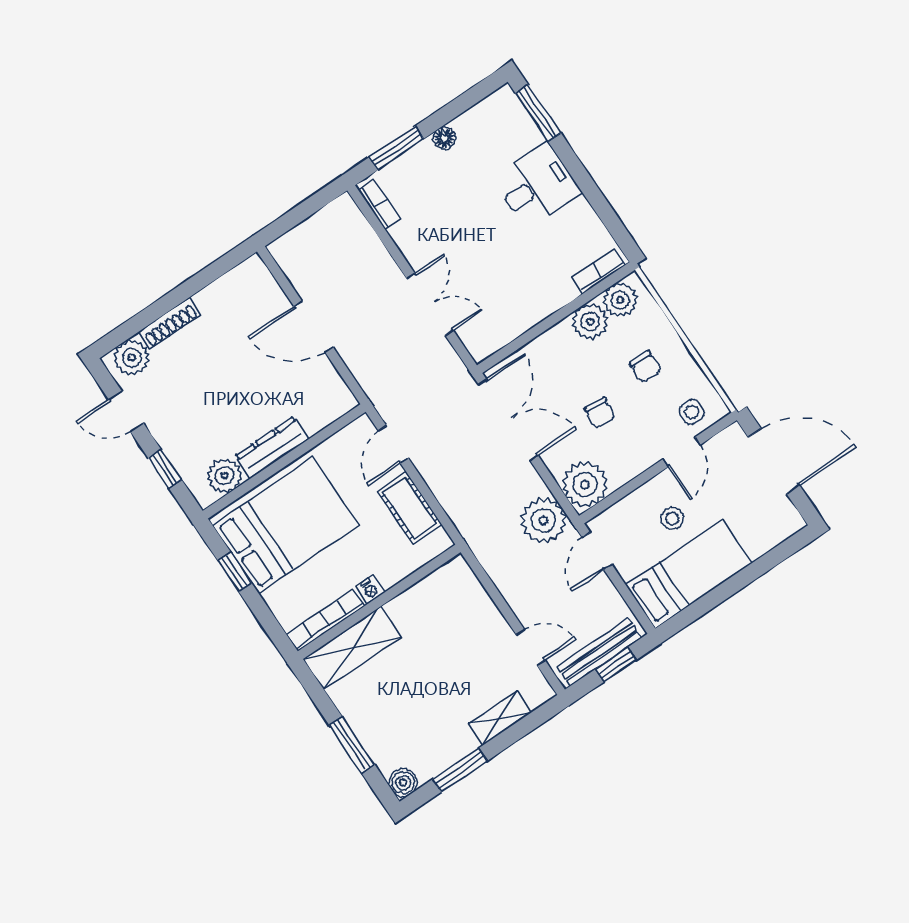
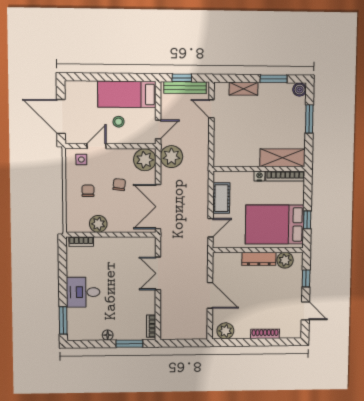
plant: (620, 300) -> (80, 224), removed
plant: (132, 358) -> (225, 331), moved

